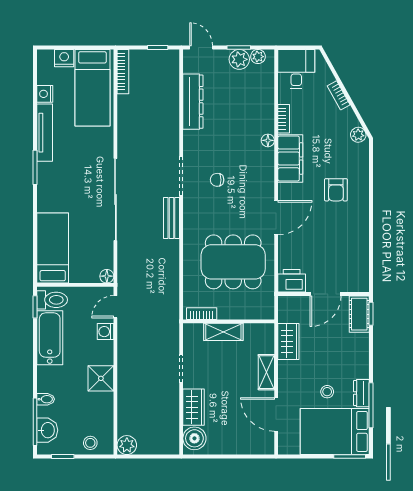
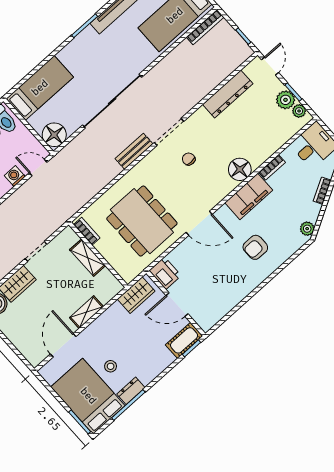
floor lamp: (268, 140) -> (240, 169), width x1.89, depth x1.89
floor lamp: (107, 276) -> (54, 135), width x1.89, depth x1.89
wardrobe: (288, 341) -> (136, 295), moved

